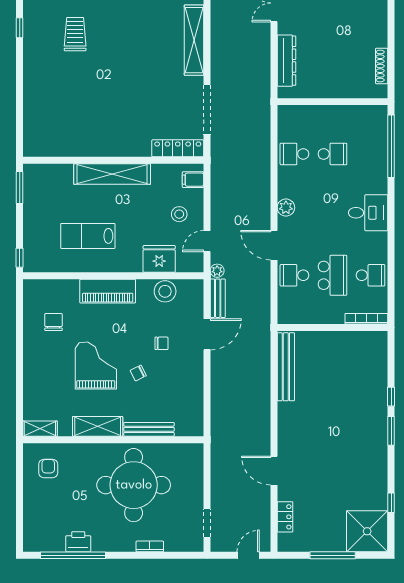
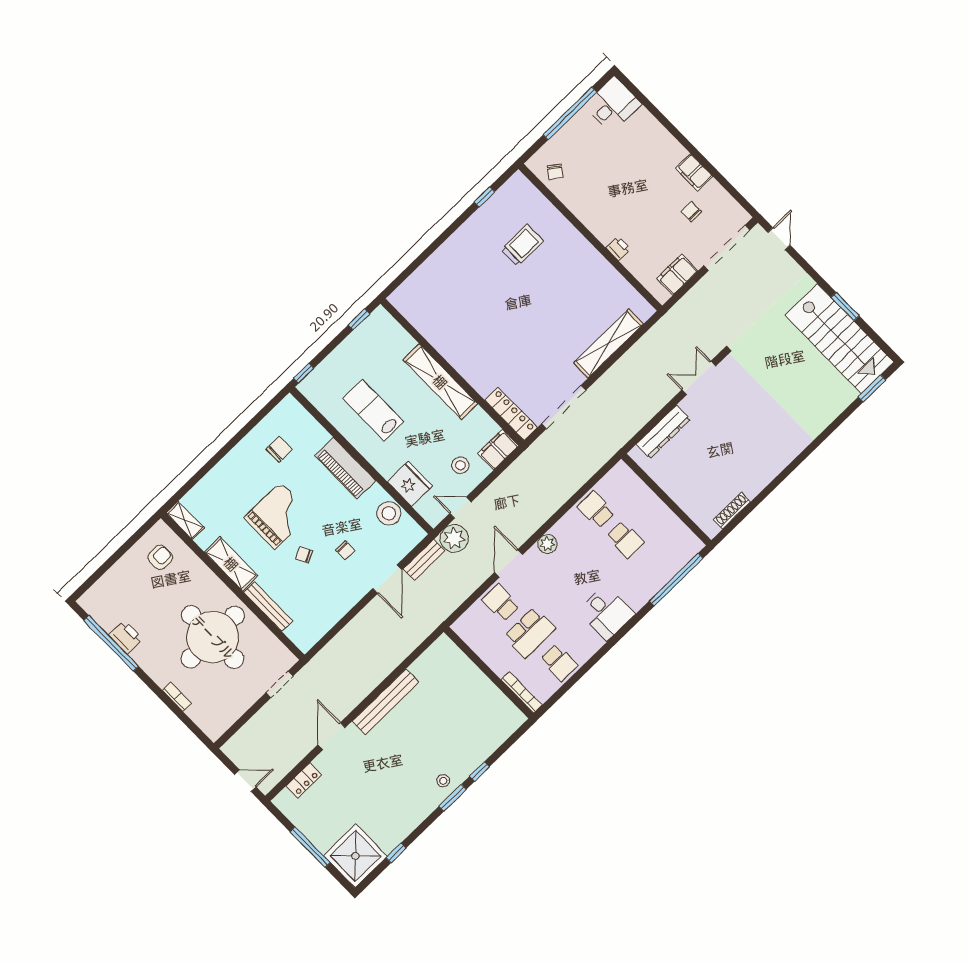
filing cabinet: (193, 180) -> (498, 450), width x2.00
window: (20, 187) -> (359, 319), width x0.67
plant: (217, 271) -> (454, 538), width x1.88, depth x1.88
door: (207, 334) -> (387, 579), hinge flipped
bench: (286, 367) -> (386, 702), moved
stool: (374, 426) -> (443, 781), added
doorway: (207, 523) -> (279, 684), moved

